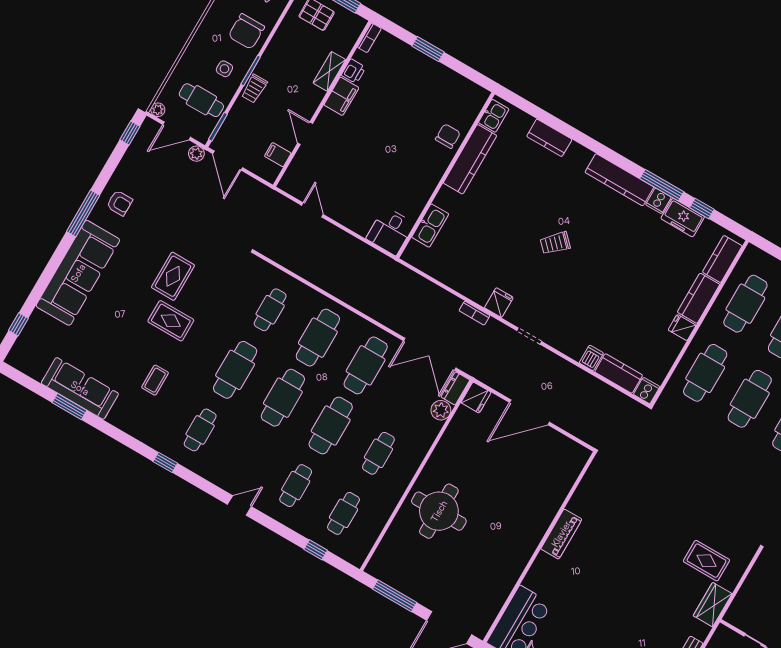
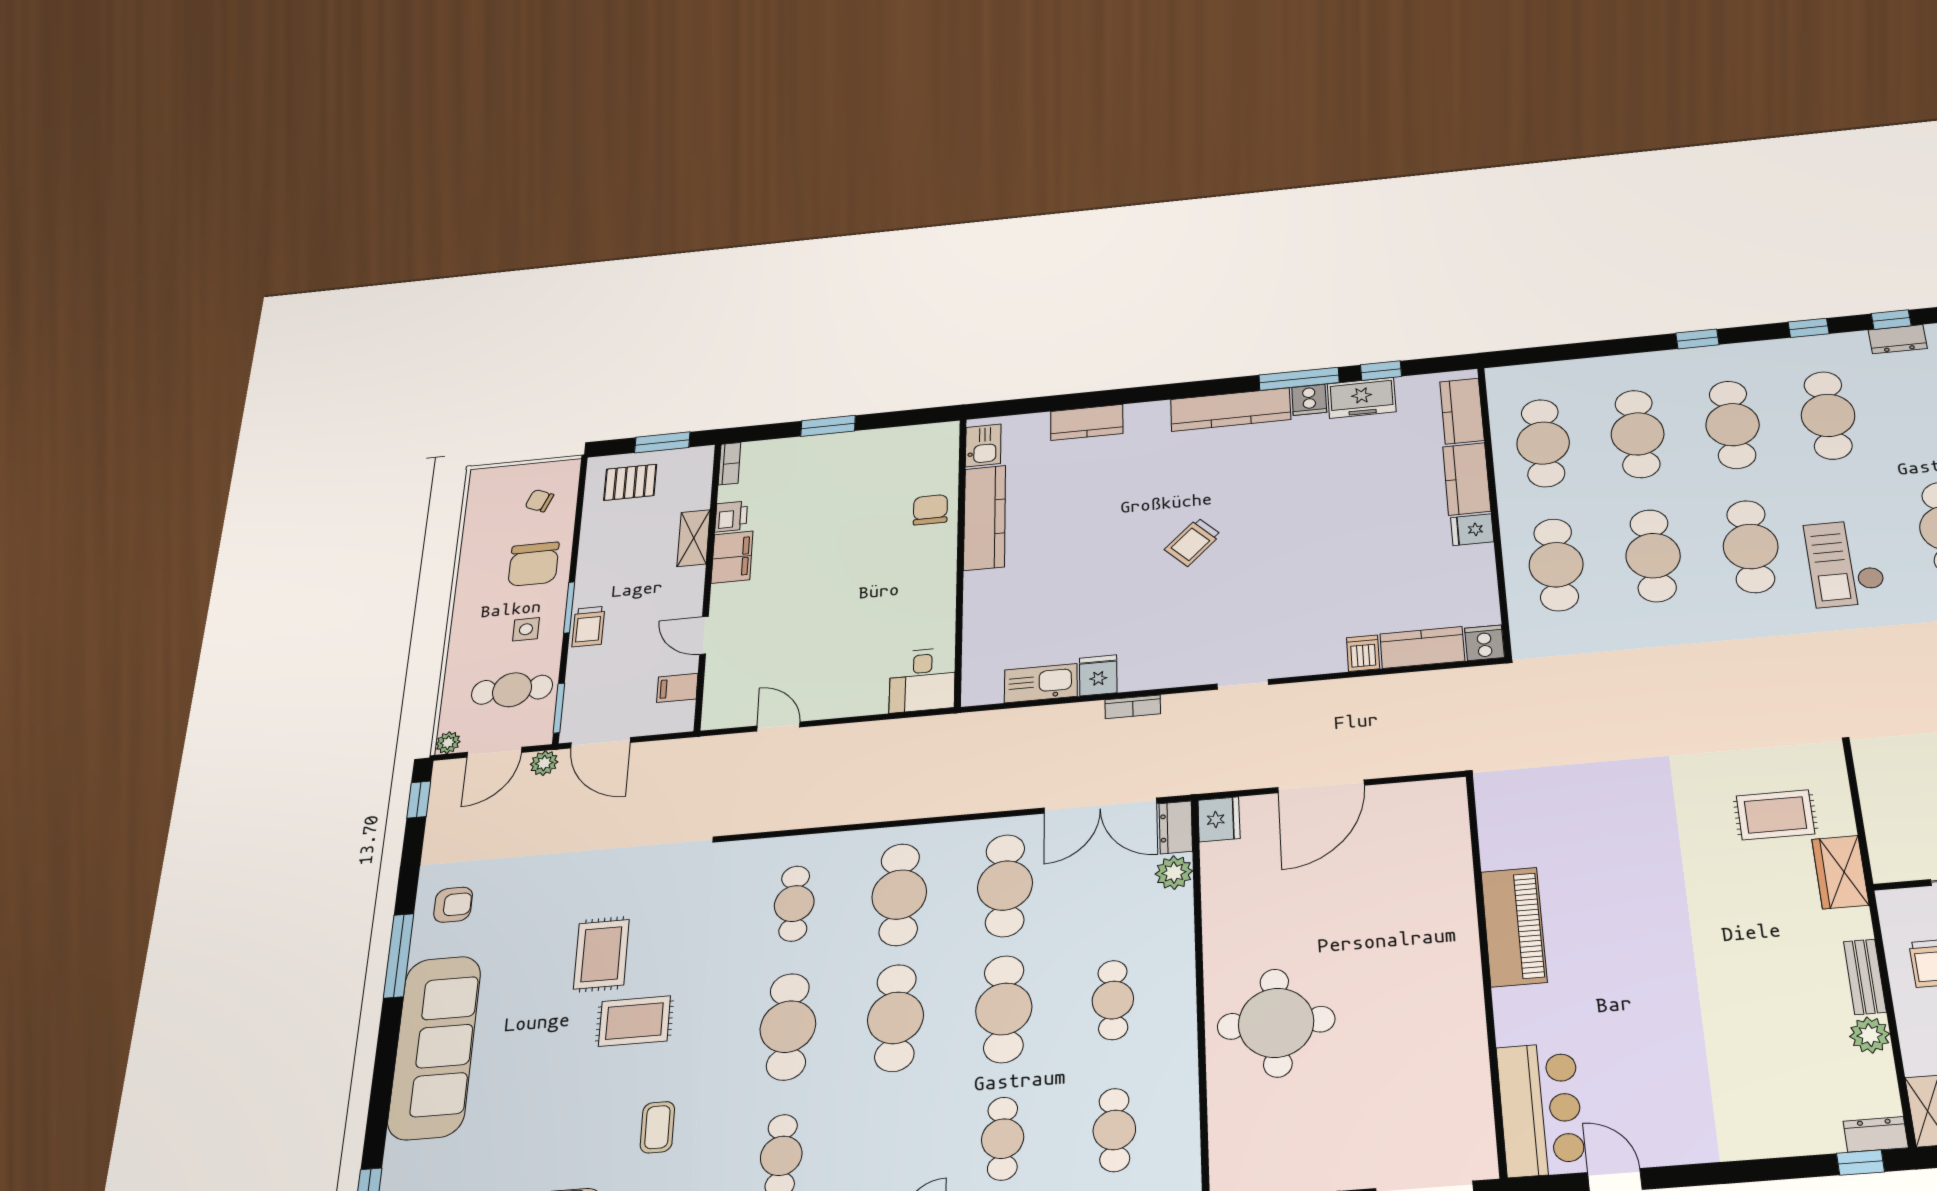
kitchen sink: (430, 226) -> (1041, 683), moved, turned -90
fridge: (499, 303) -> (1098, 675), moved
piano: (561, 534) -> (1514, 927), width x1.37, depth x1.33

